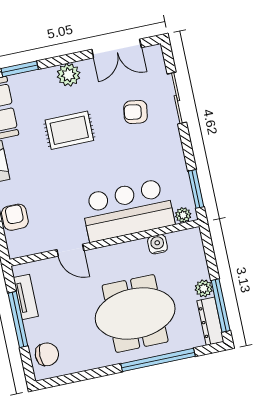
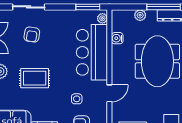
rug: (69, 130) -> (35, 78), turned 90
side table: (51, 202) -> (77, 99), added
plant: (204, 288) -> (140, 15), moved

